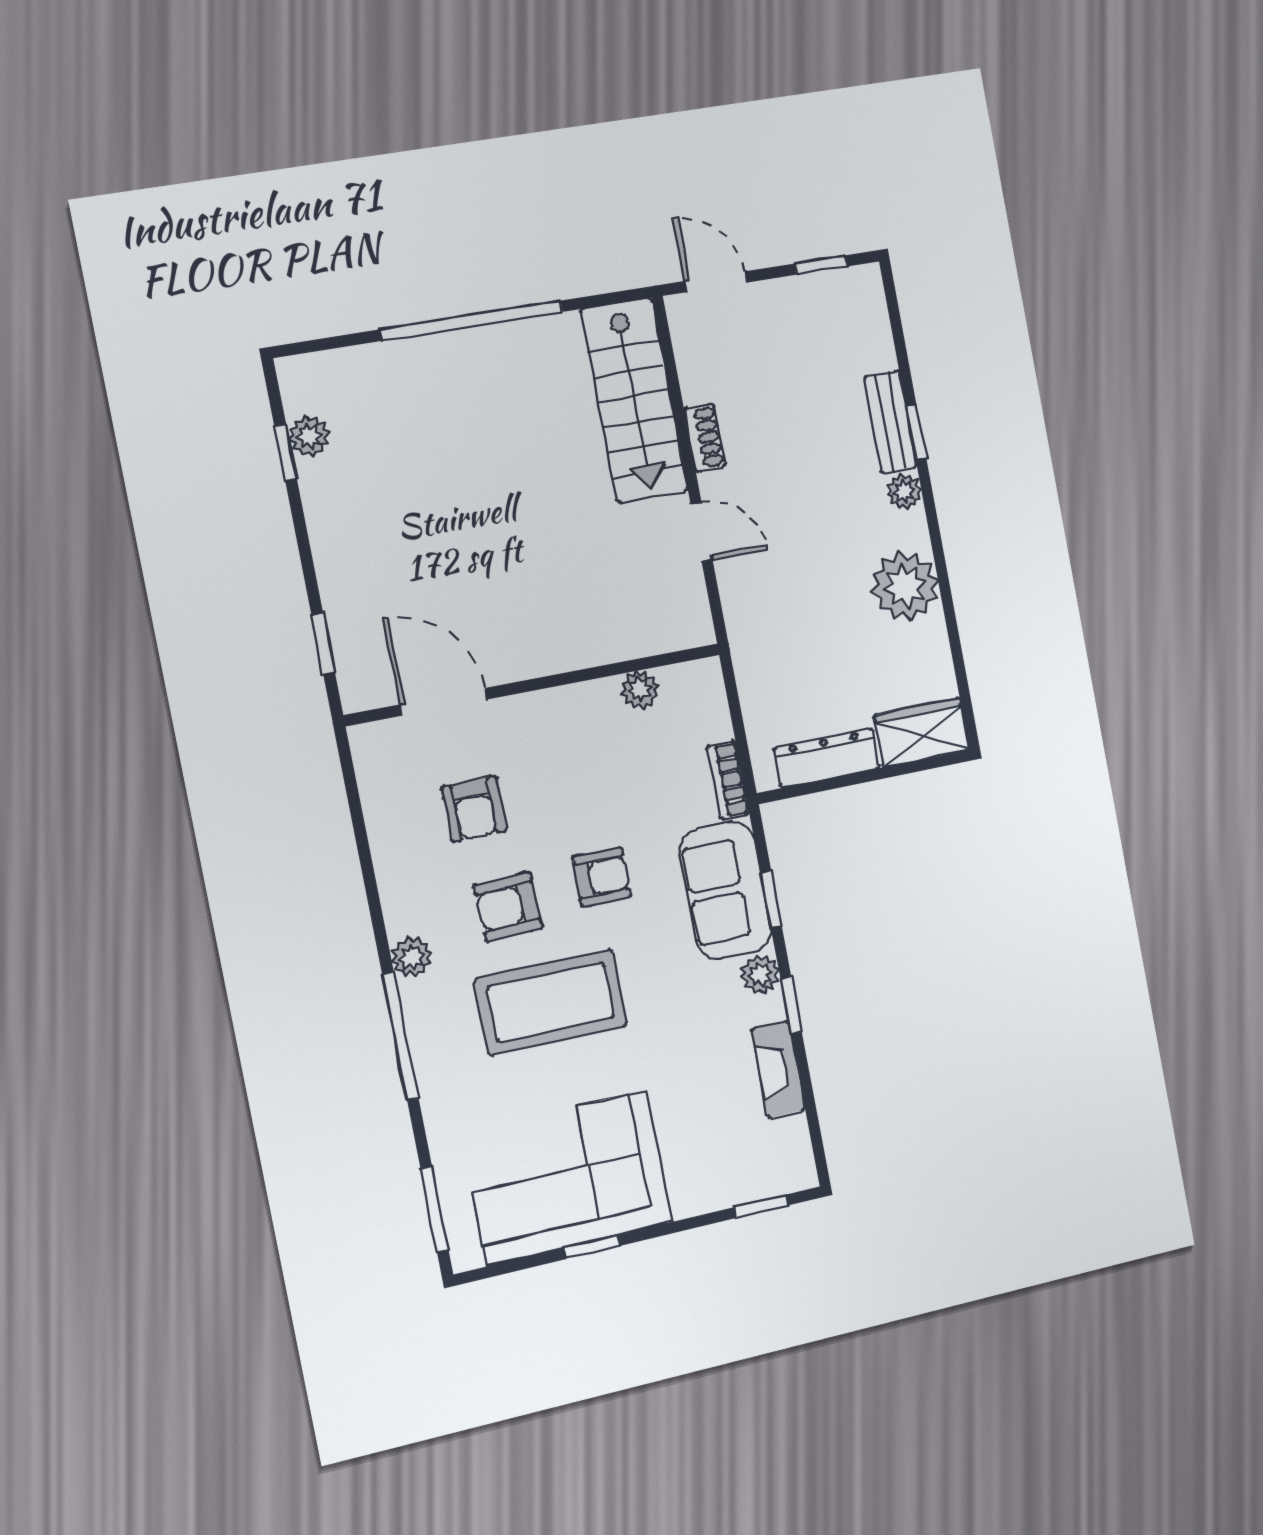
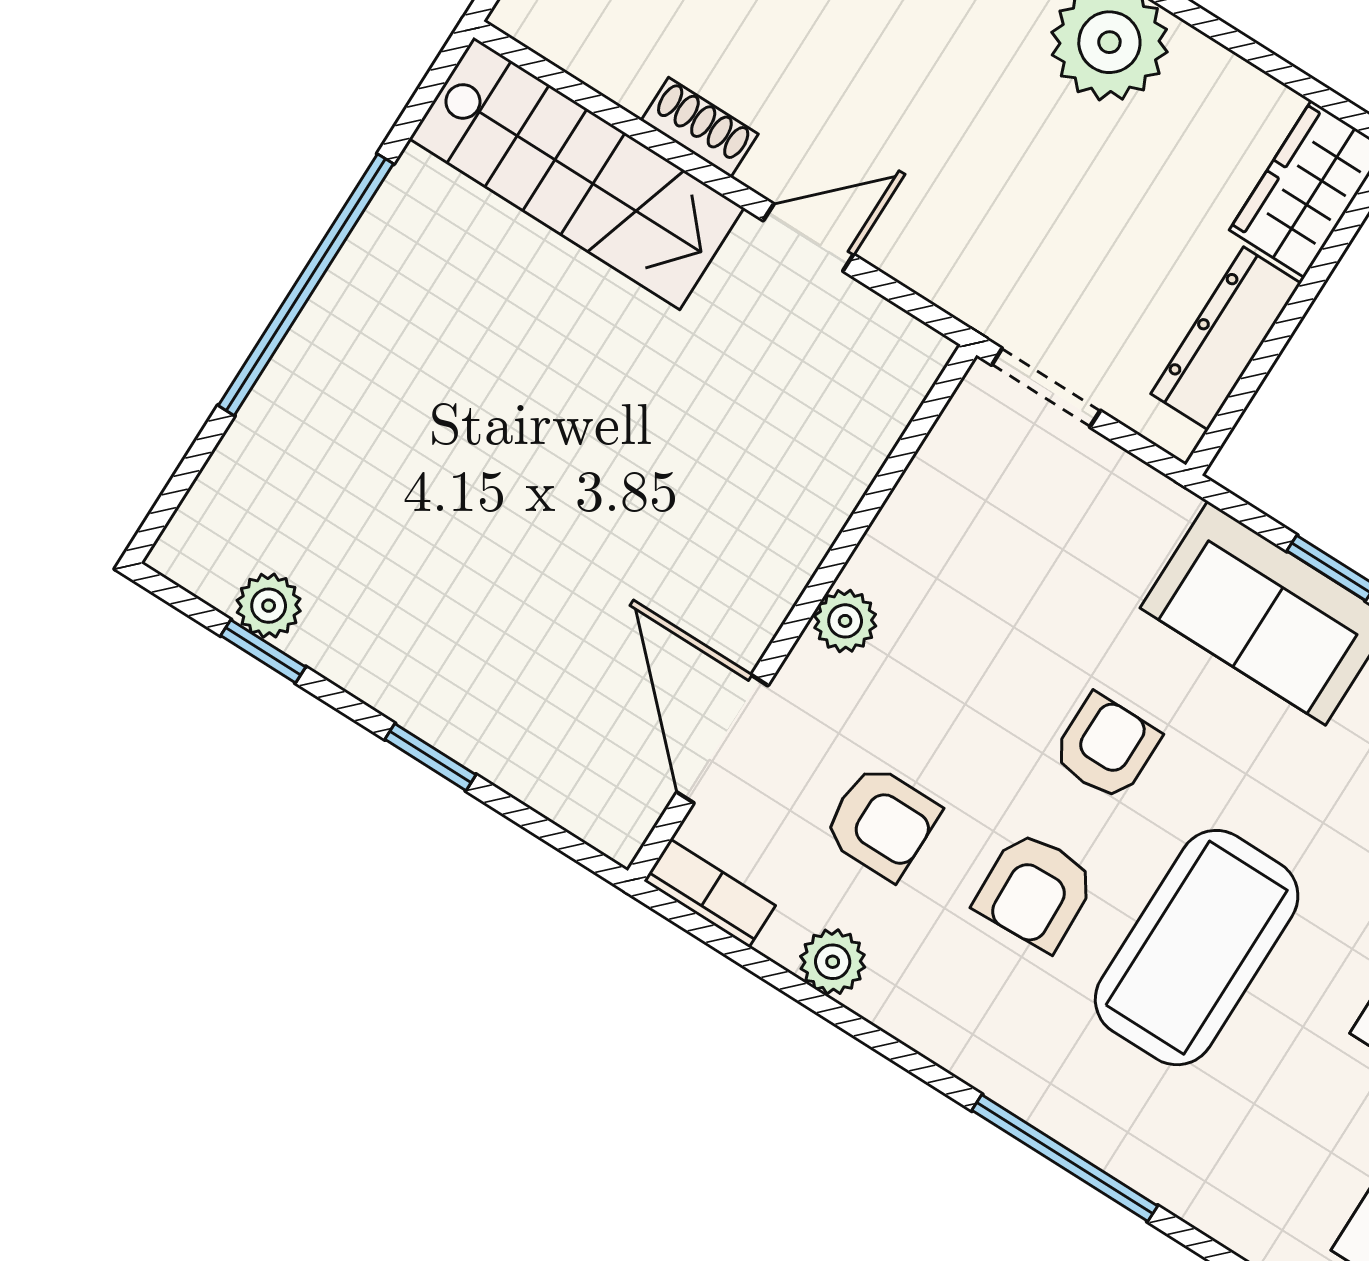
window: (323, 644) -> (430, 757), moved
plant: (640, 690) -> (845, 621), moved
doorway: (733, 699) -> (1046, 388), added
door: (444, 702) -> (722, 739), hinge flipped
bookcase: (728, 780) -> (710, 893), moved, turned 180
plant: (412, 957) -> (833, 962), moved

